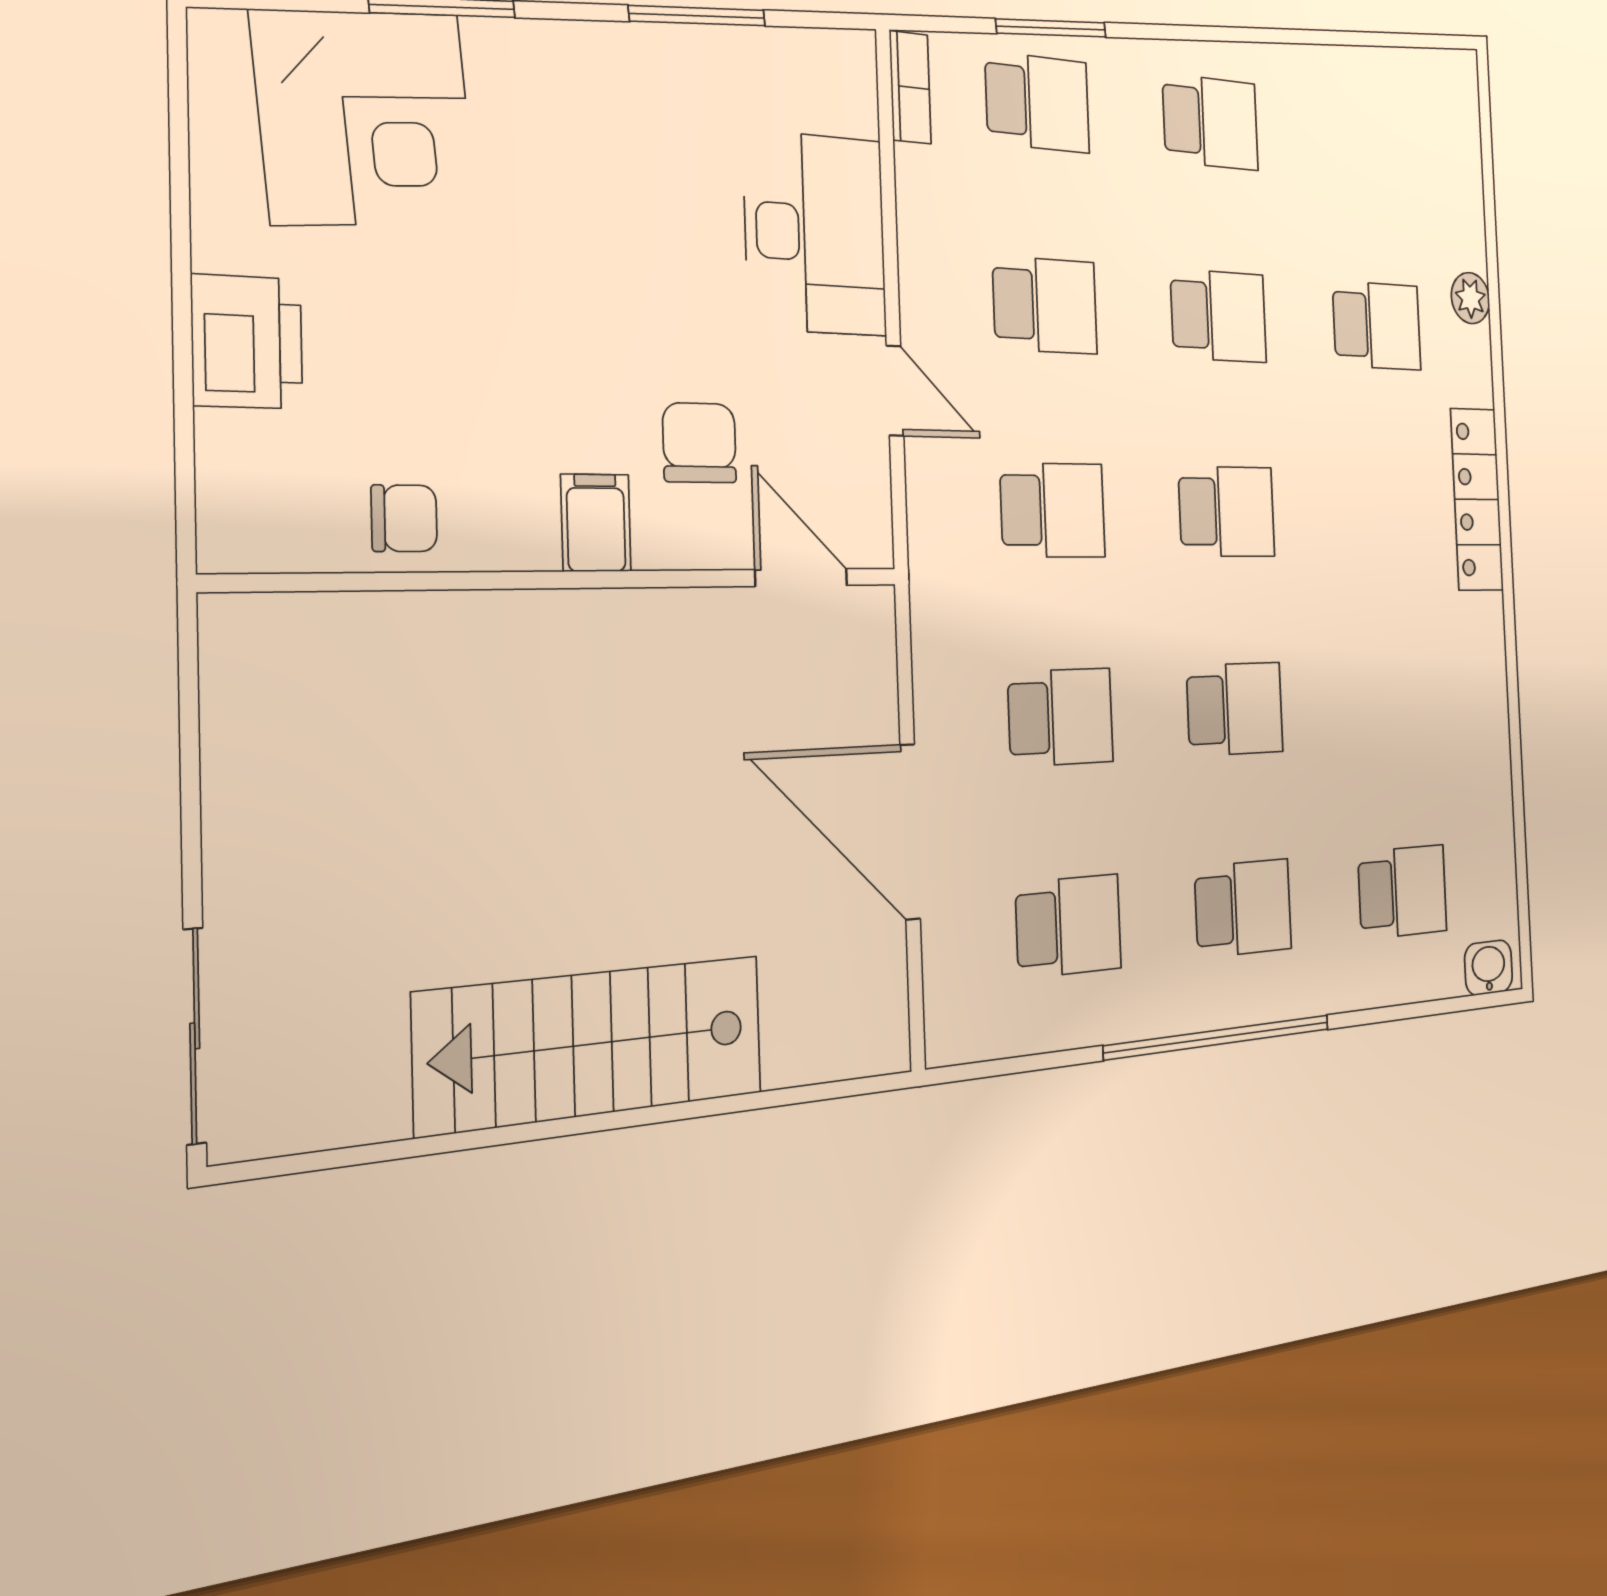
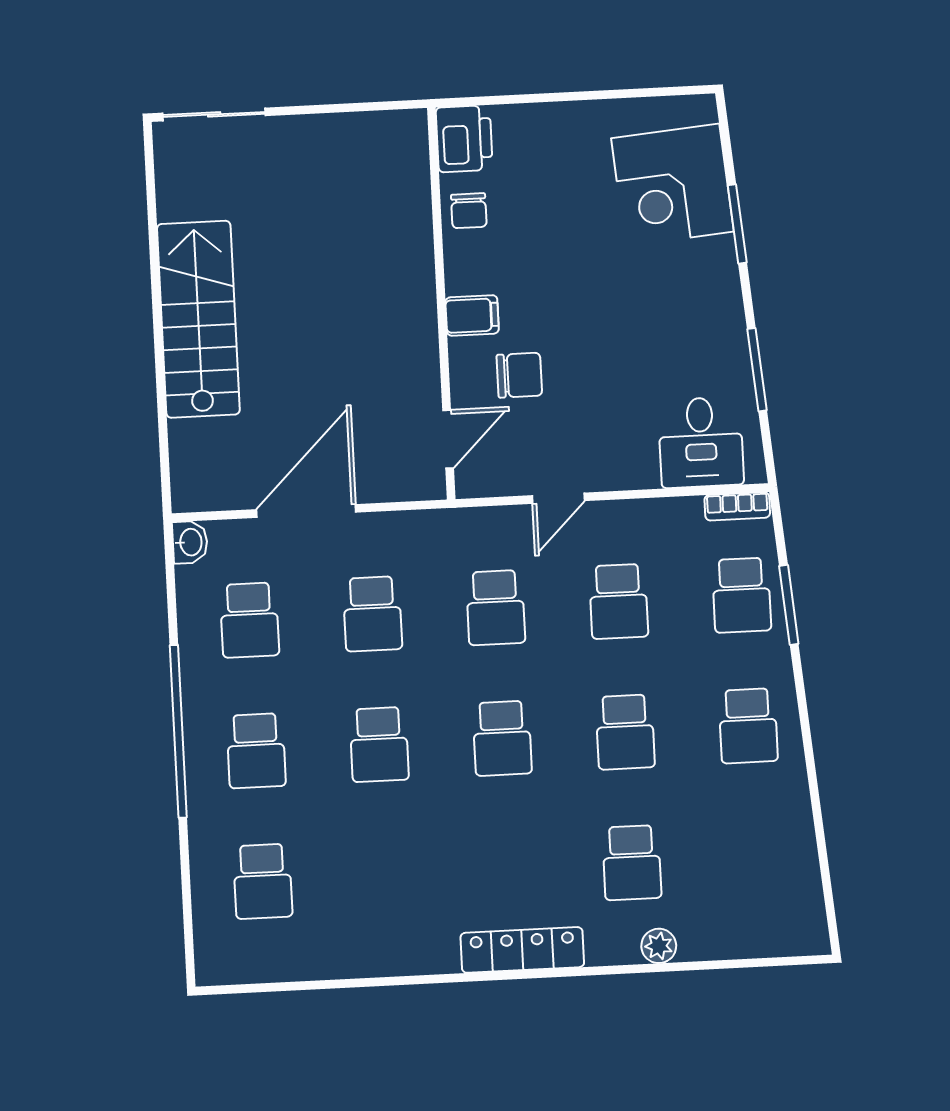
desk: (815, 233) -> (701, 442), moved, width x0.73
printer: (247, 342) -> (464, 139), moved, turned -90
washbasin: (1489, 968) -> (190, 542), moved

